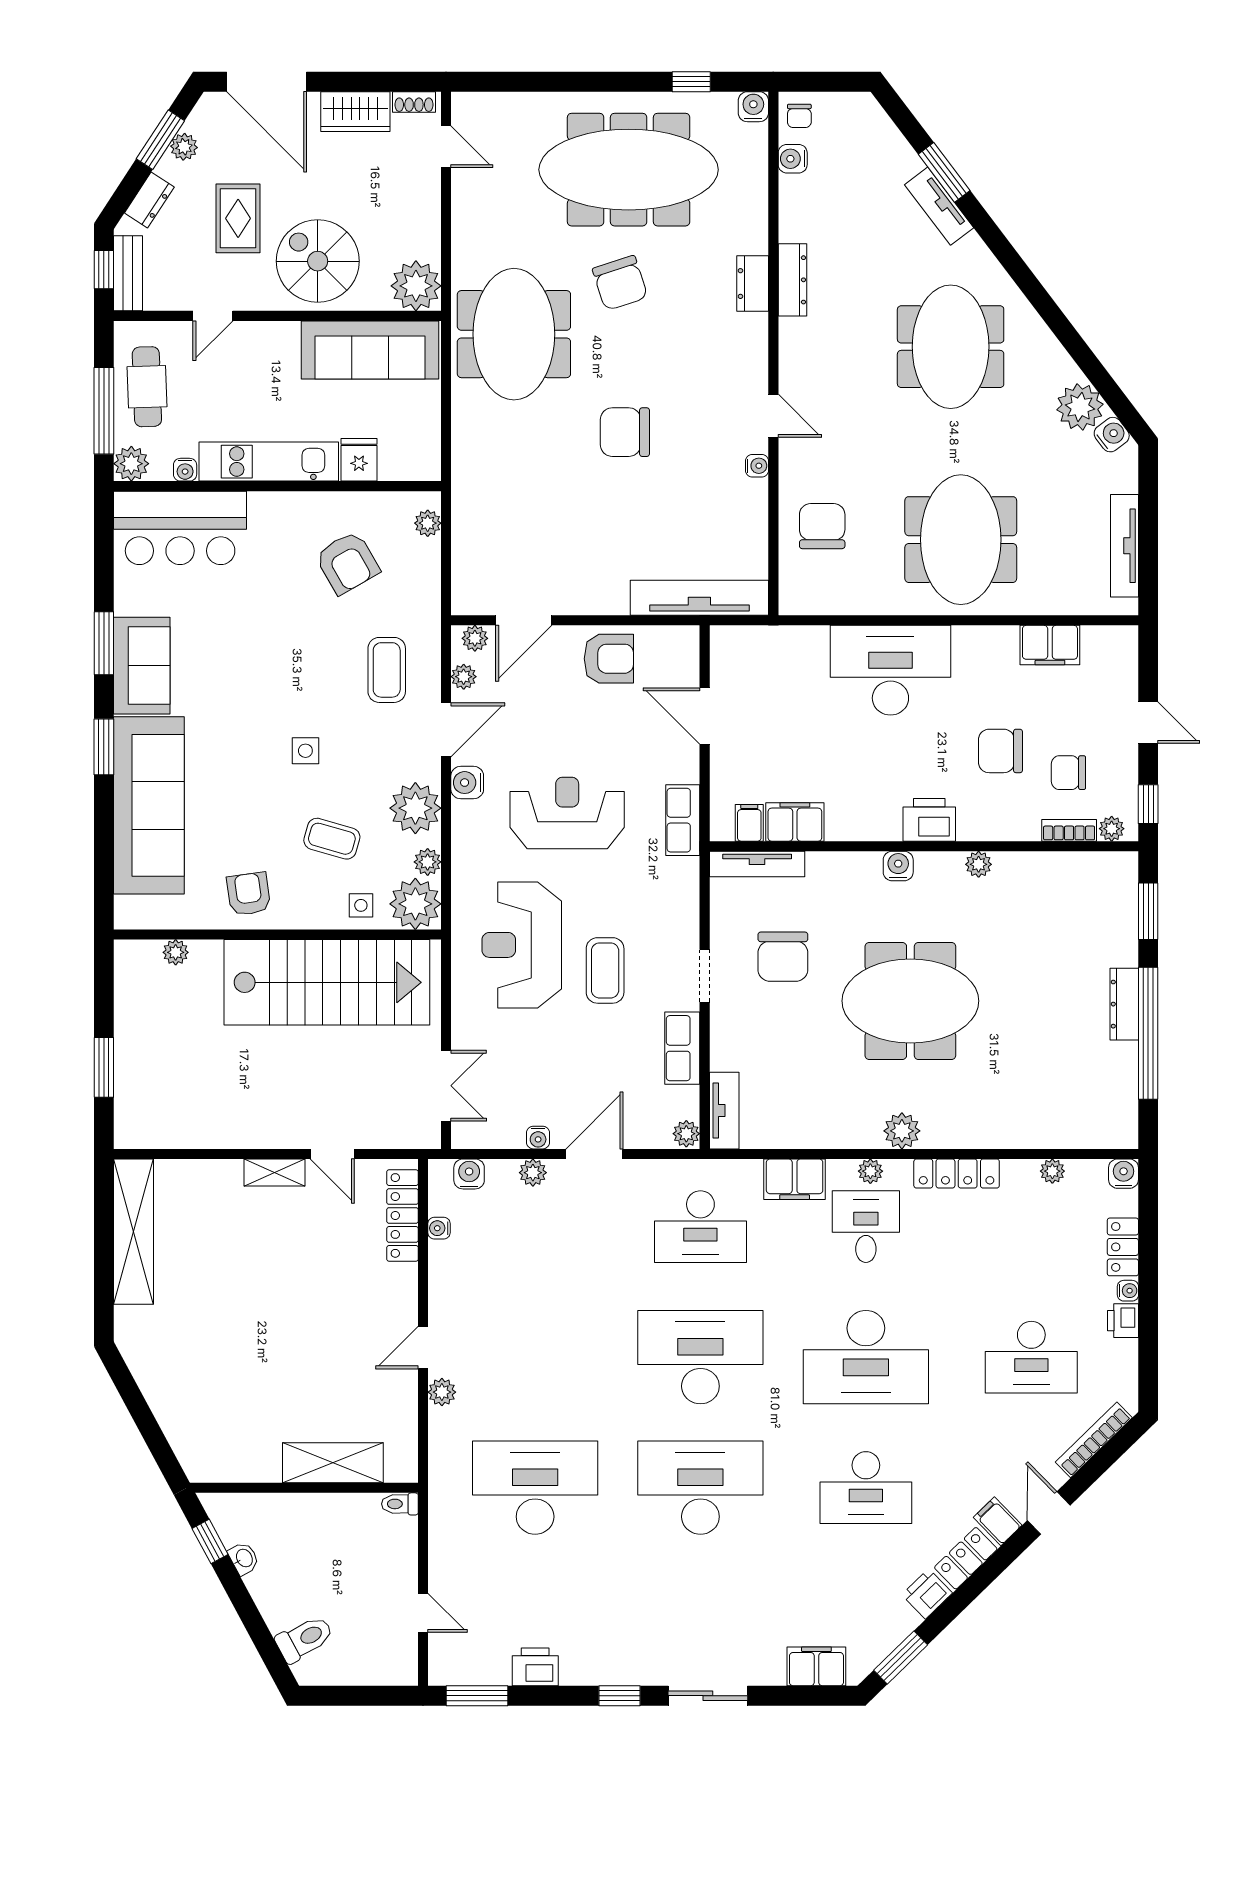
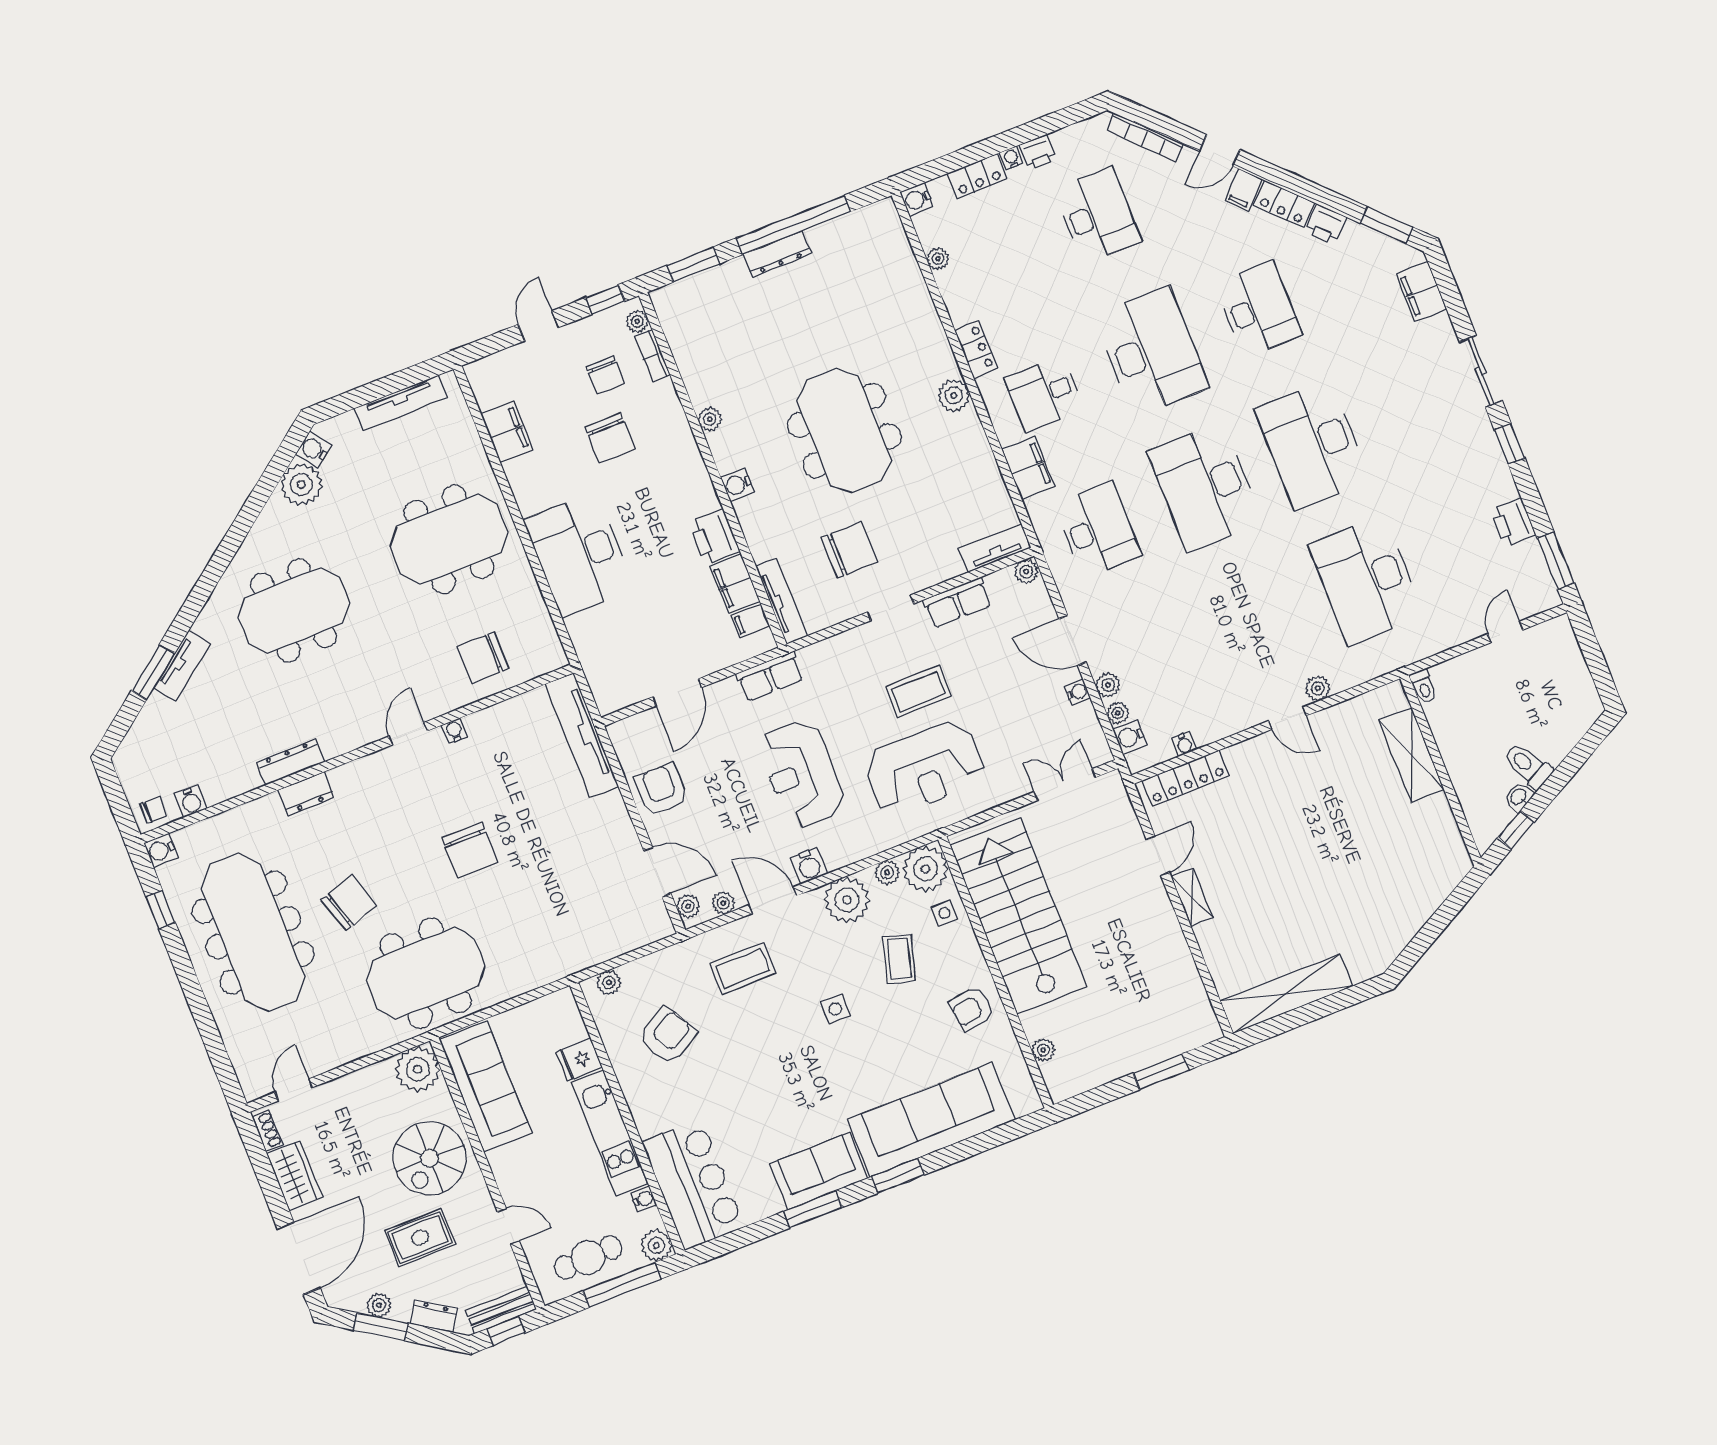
printer: (929, 820) -> (714, 537), moved
plant: (870, 1171) -> (1118, 713), moved
locker: (957, 1174) -> (976, 349), width x0.66
toilet: (304, 1639) -> (1528, 765), moved

